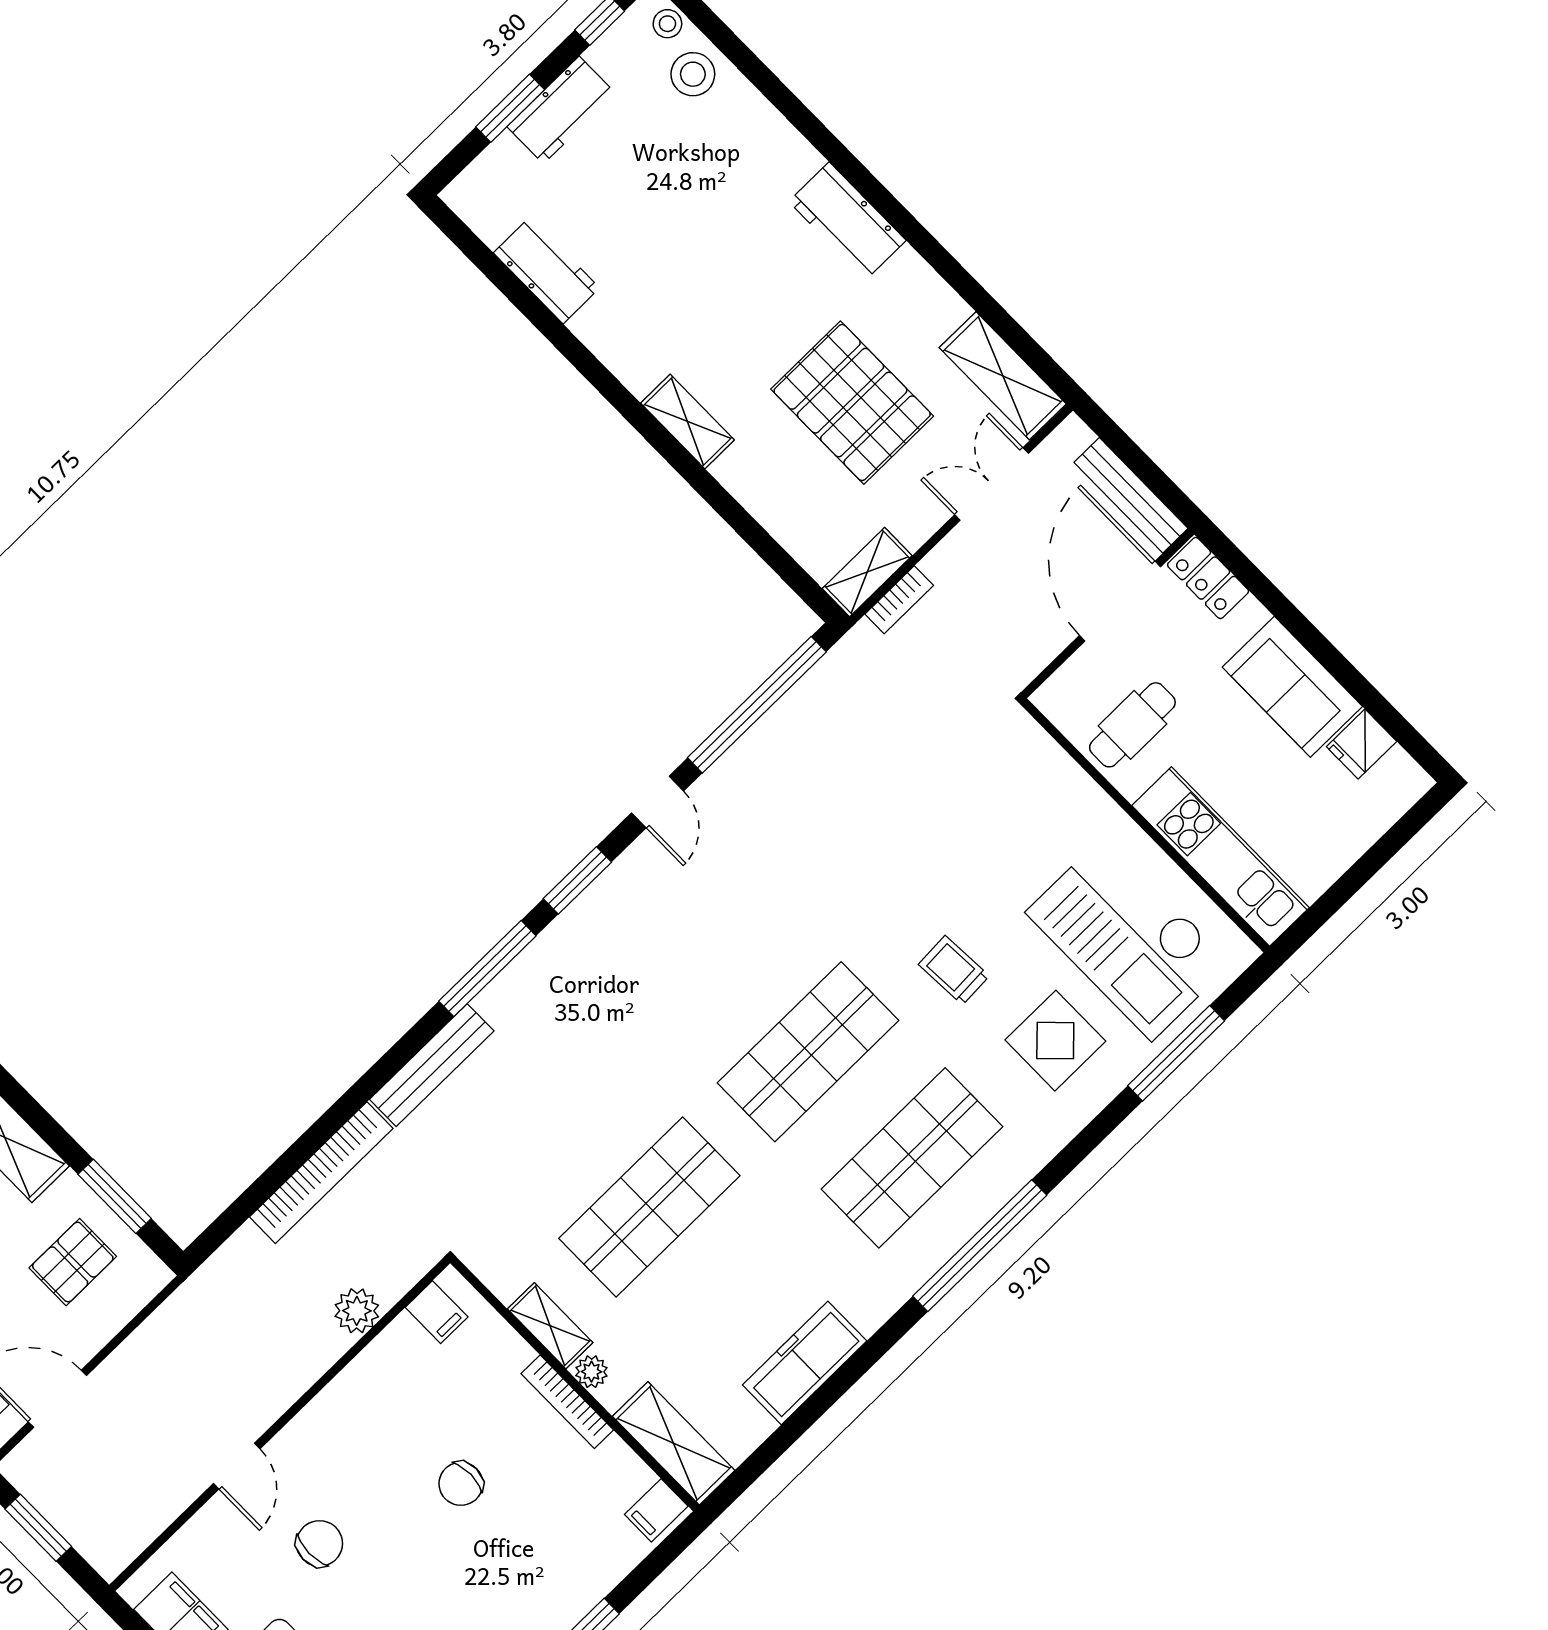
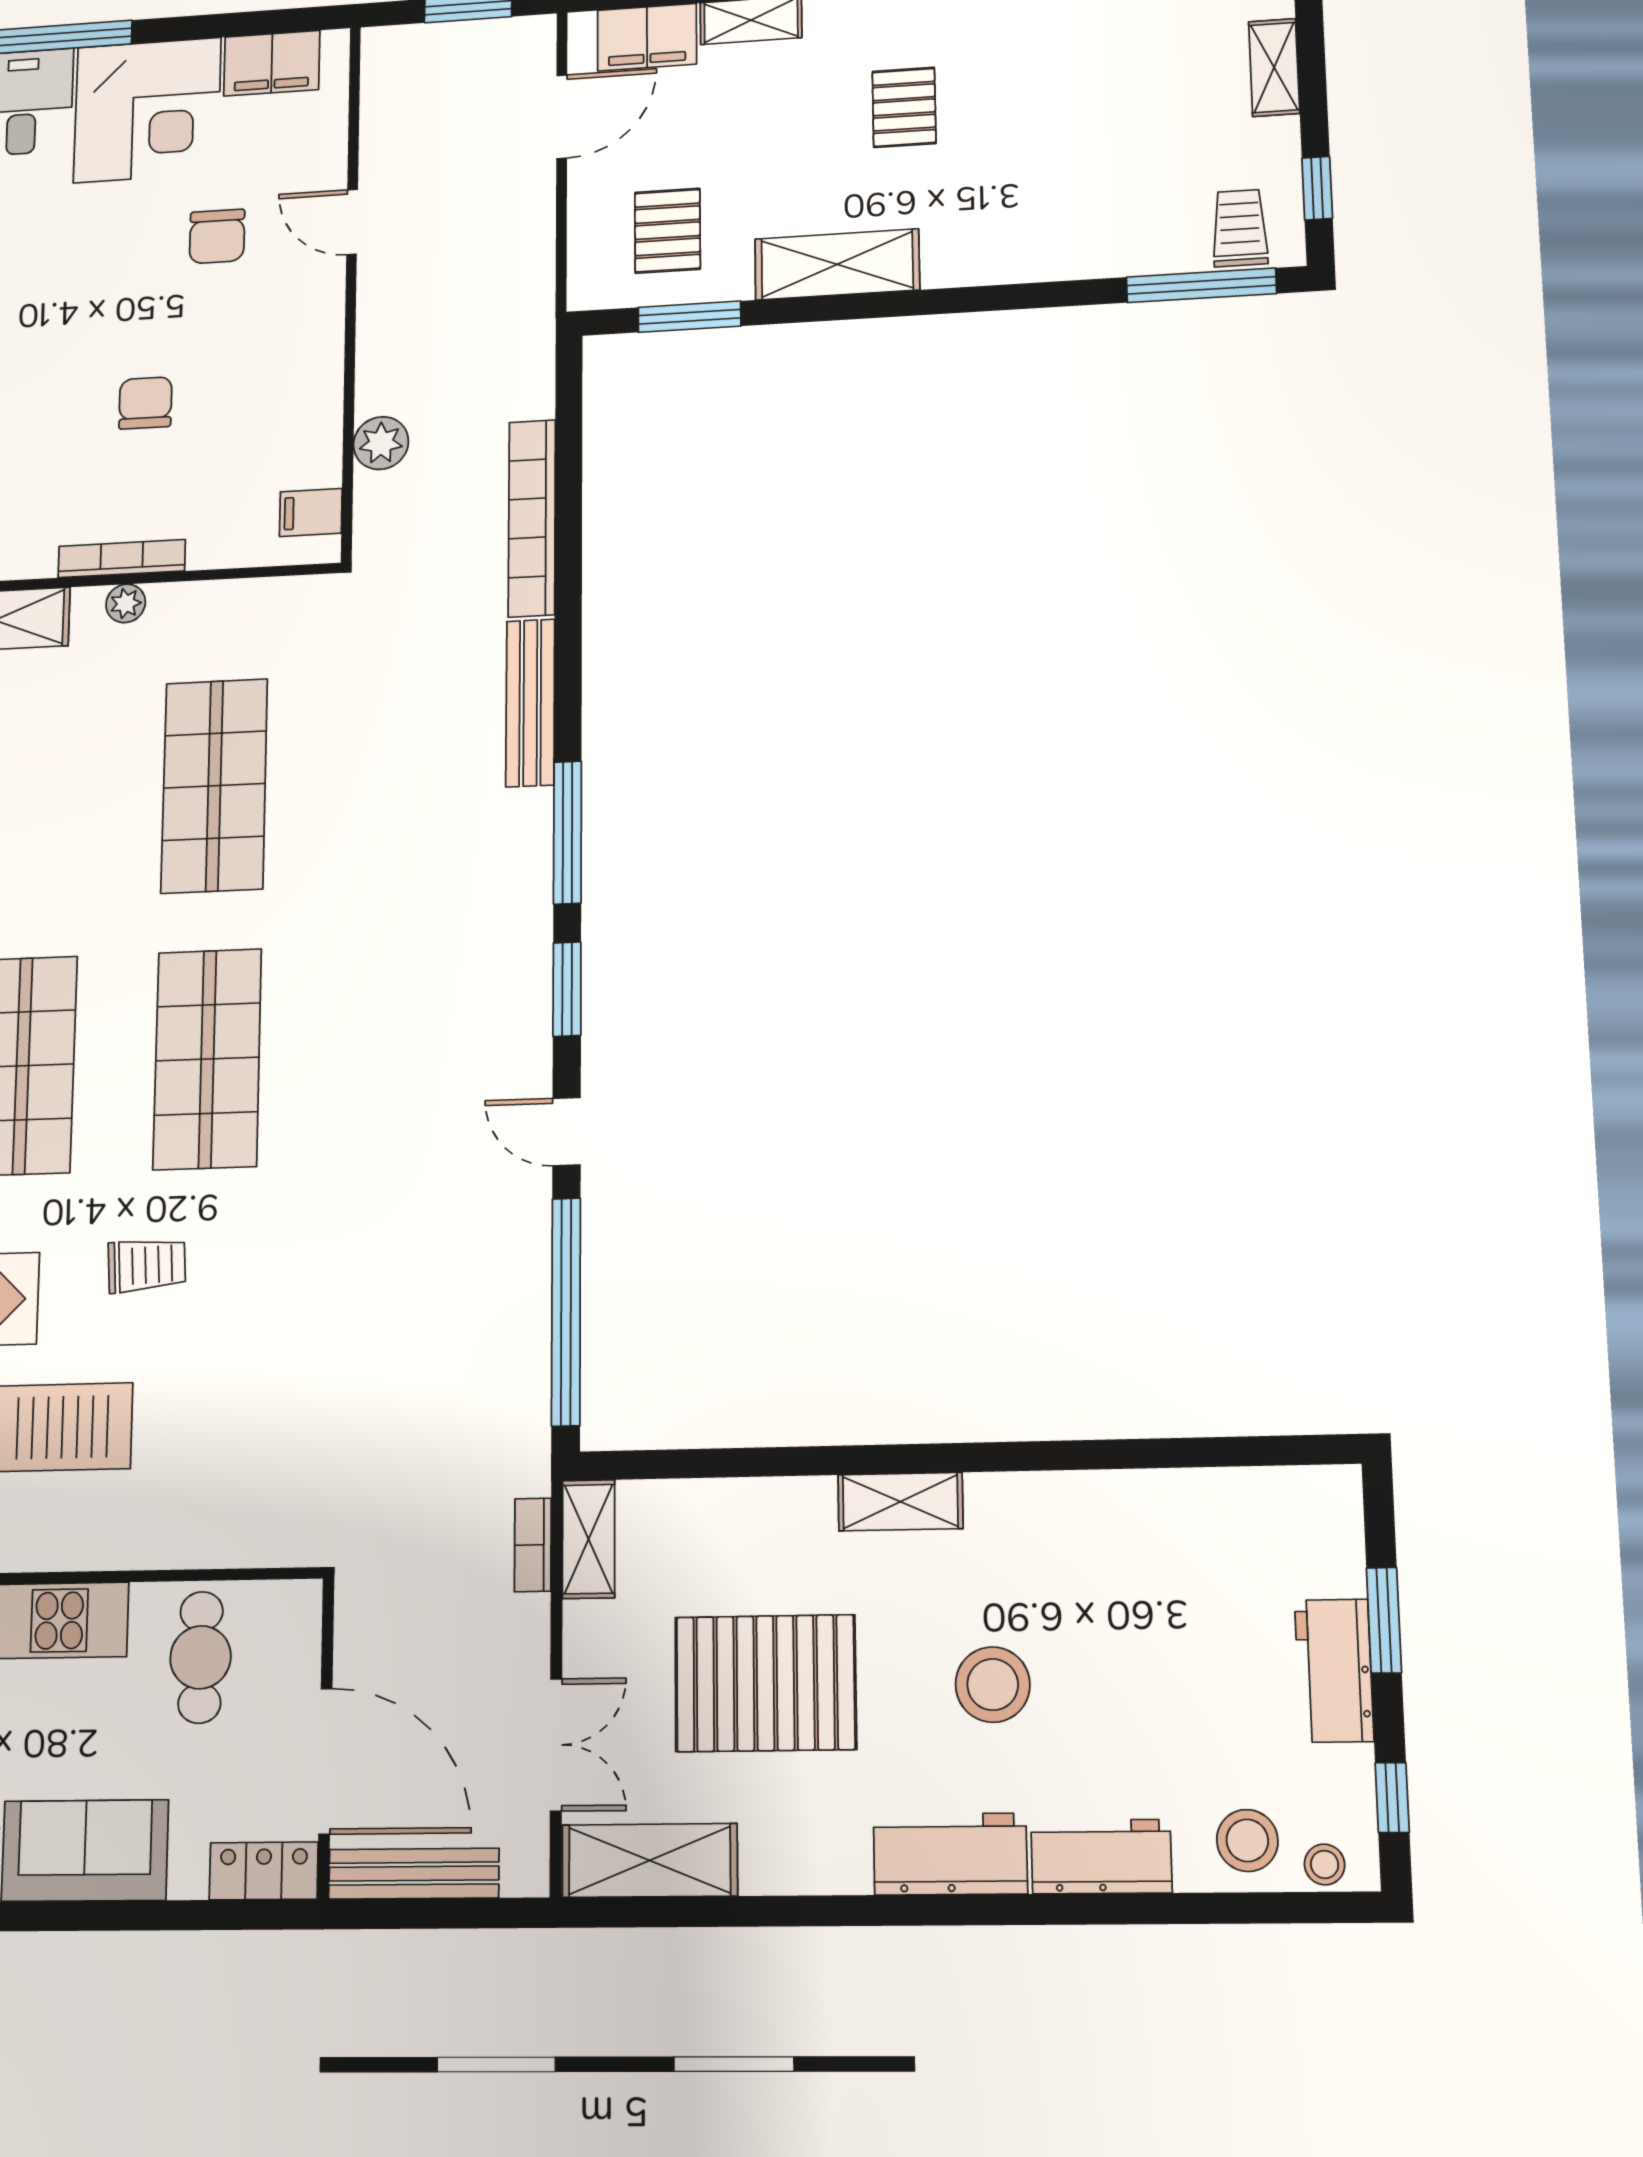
workbench: (547, 270) -> (1101, 1857), moved, turned 180
stool: (738, 281) -> (993, 1685), added
shelving: (550, 1326) -> (200, 603), removed

